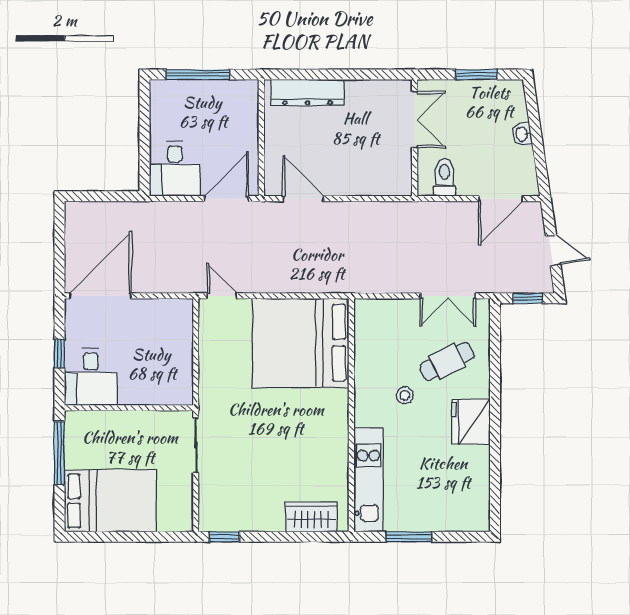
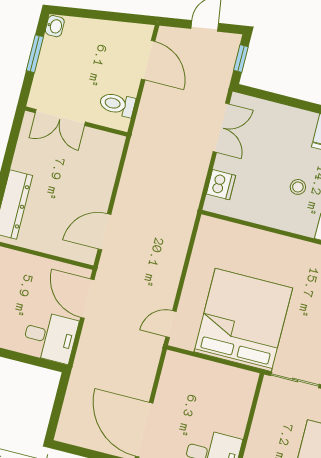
double door: (415, 120) -> (60, 117), swing flipped
washbasin: (522, 134) -> (55, 26), moved, turned -82
dishwasher: (386, 312) -> (221, 185), added
bed: (301, 343) -> (243, 320), moved, turned 180
cafe table: (447, 361) -> (278, 143), removed

